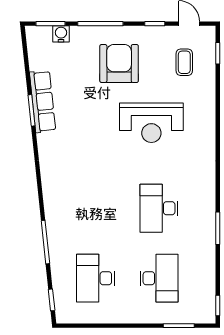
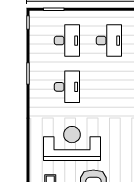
reception desk: (151, 123) -> (72, 143), width x1.36, depth x1.30
desk: (159, 278) -> (67, 41), turned 180

